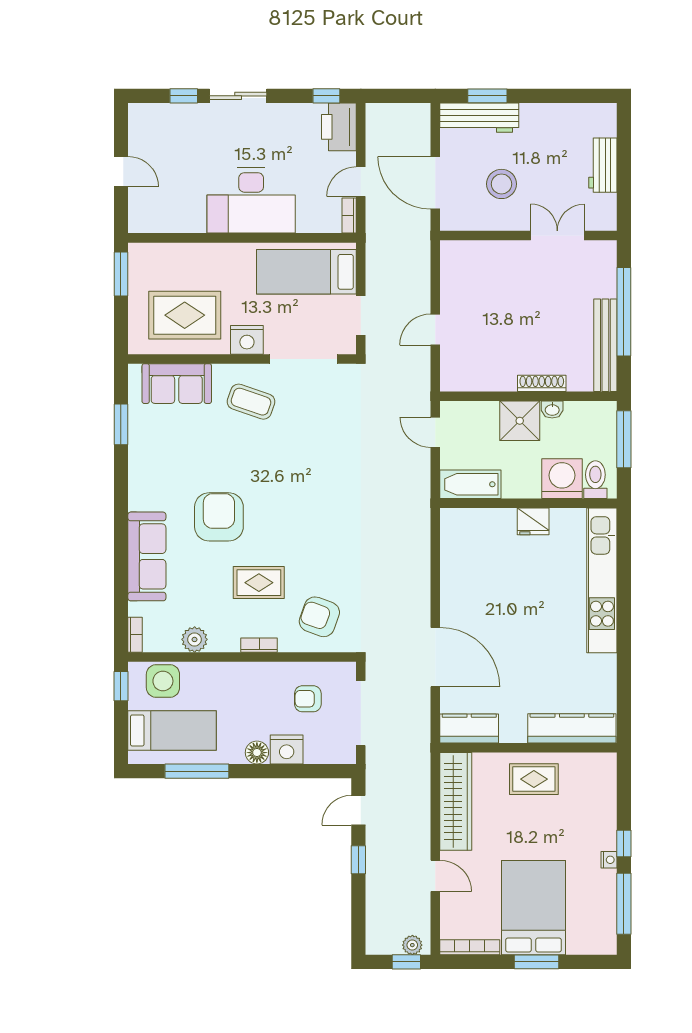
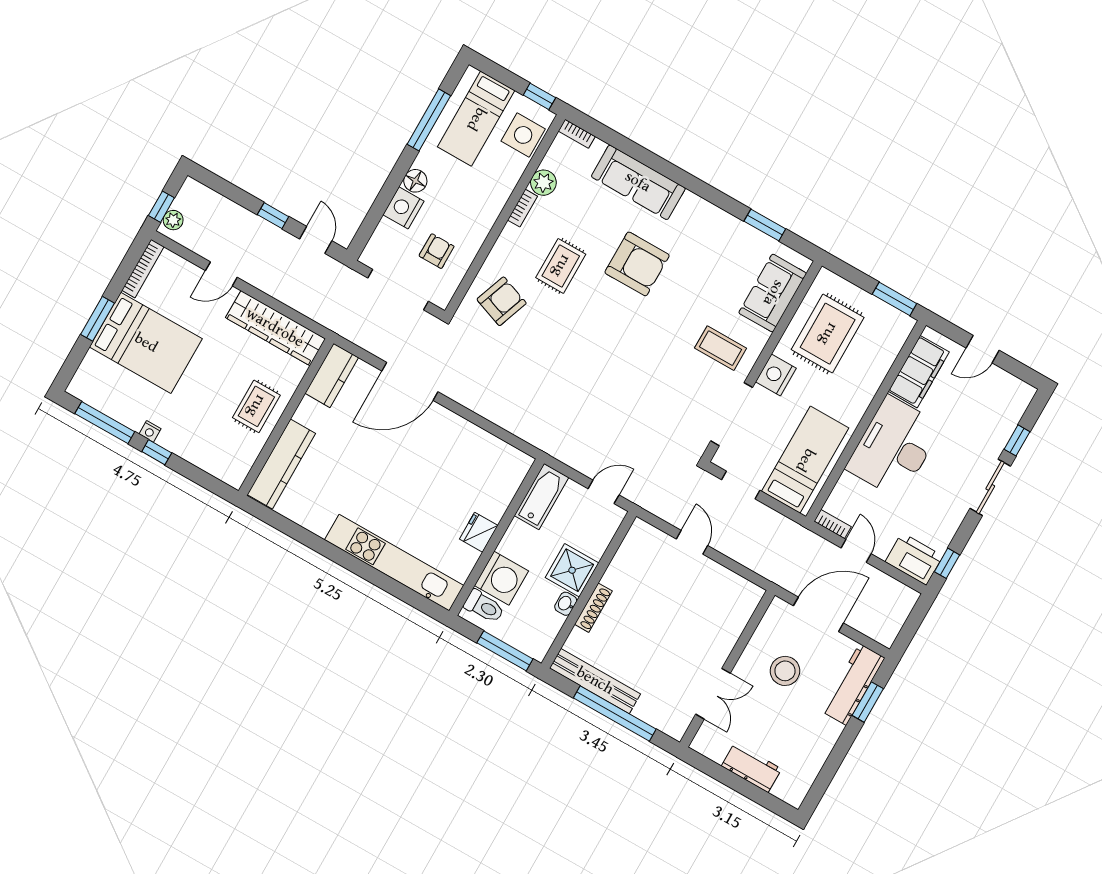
filing cabinet: (173, 216) -> (919, 372), added
coffee table: (251, 402) -> (721, 348), turned 71
bookcase: (259, 645) -> (522, 208), moved

